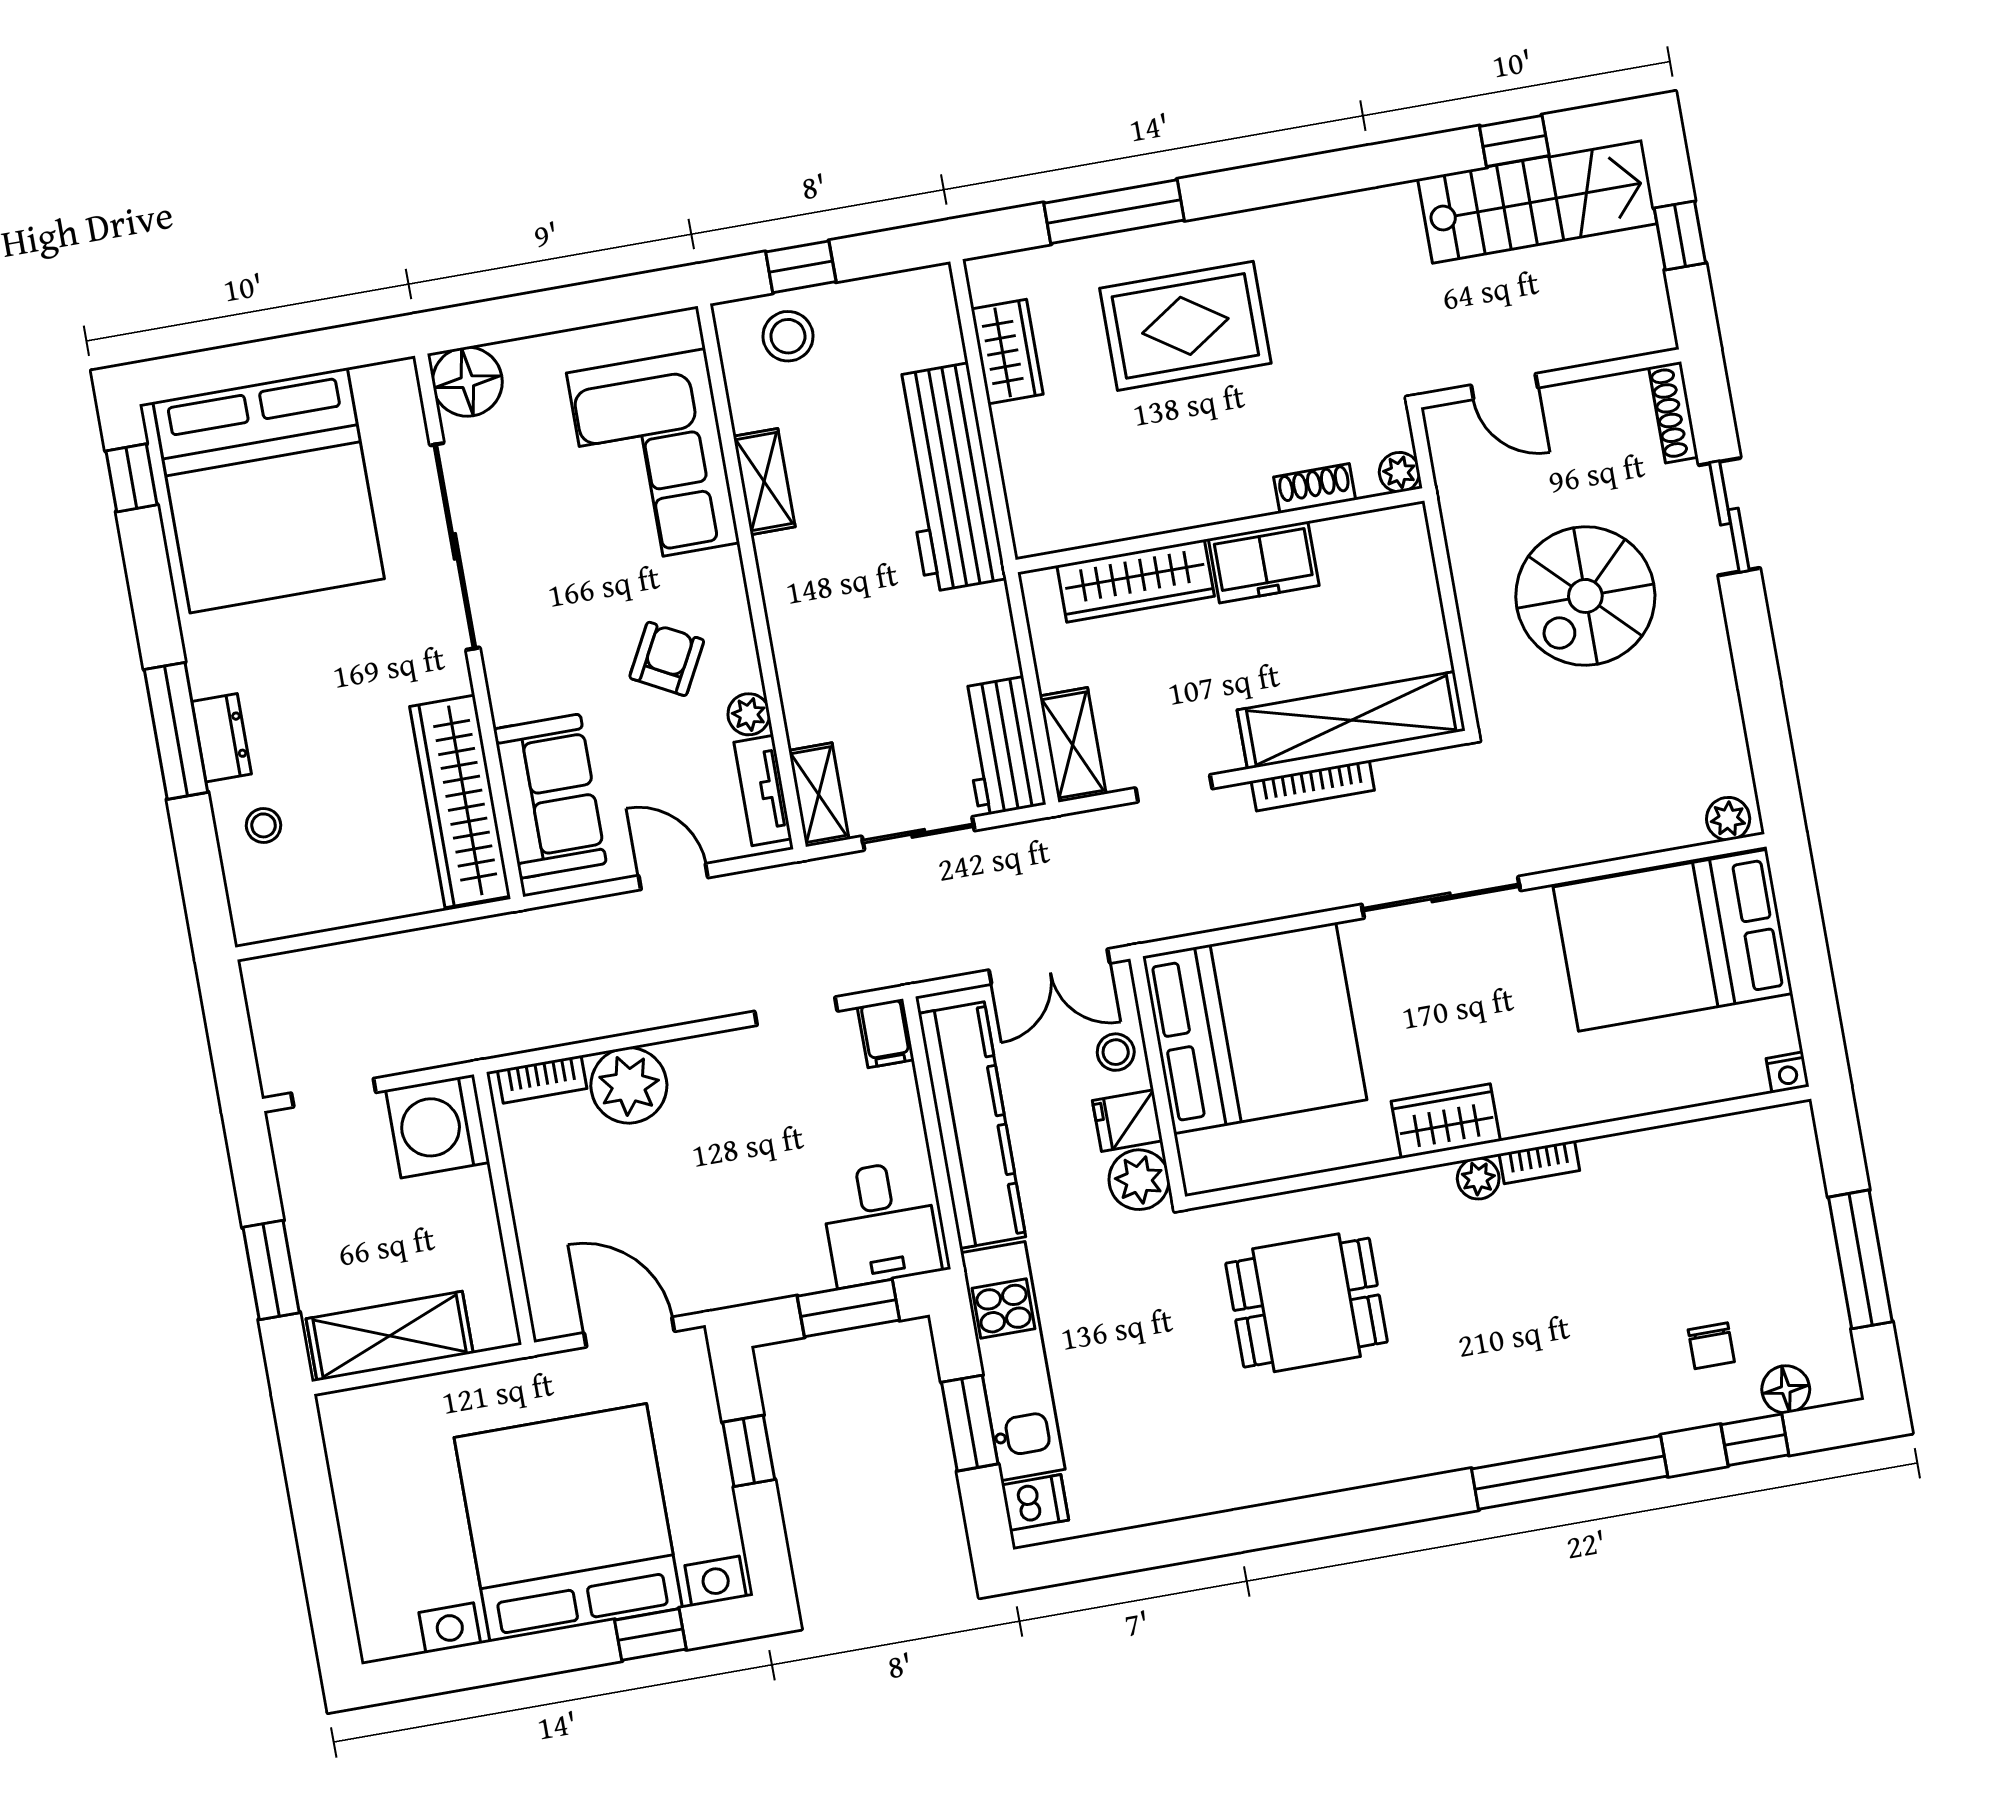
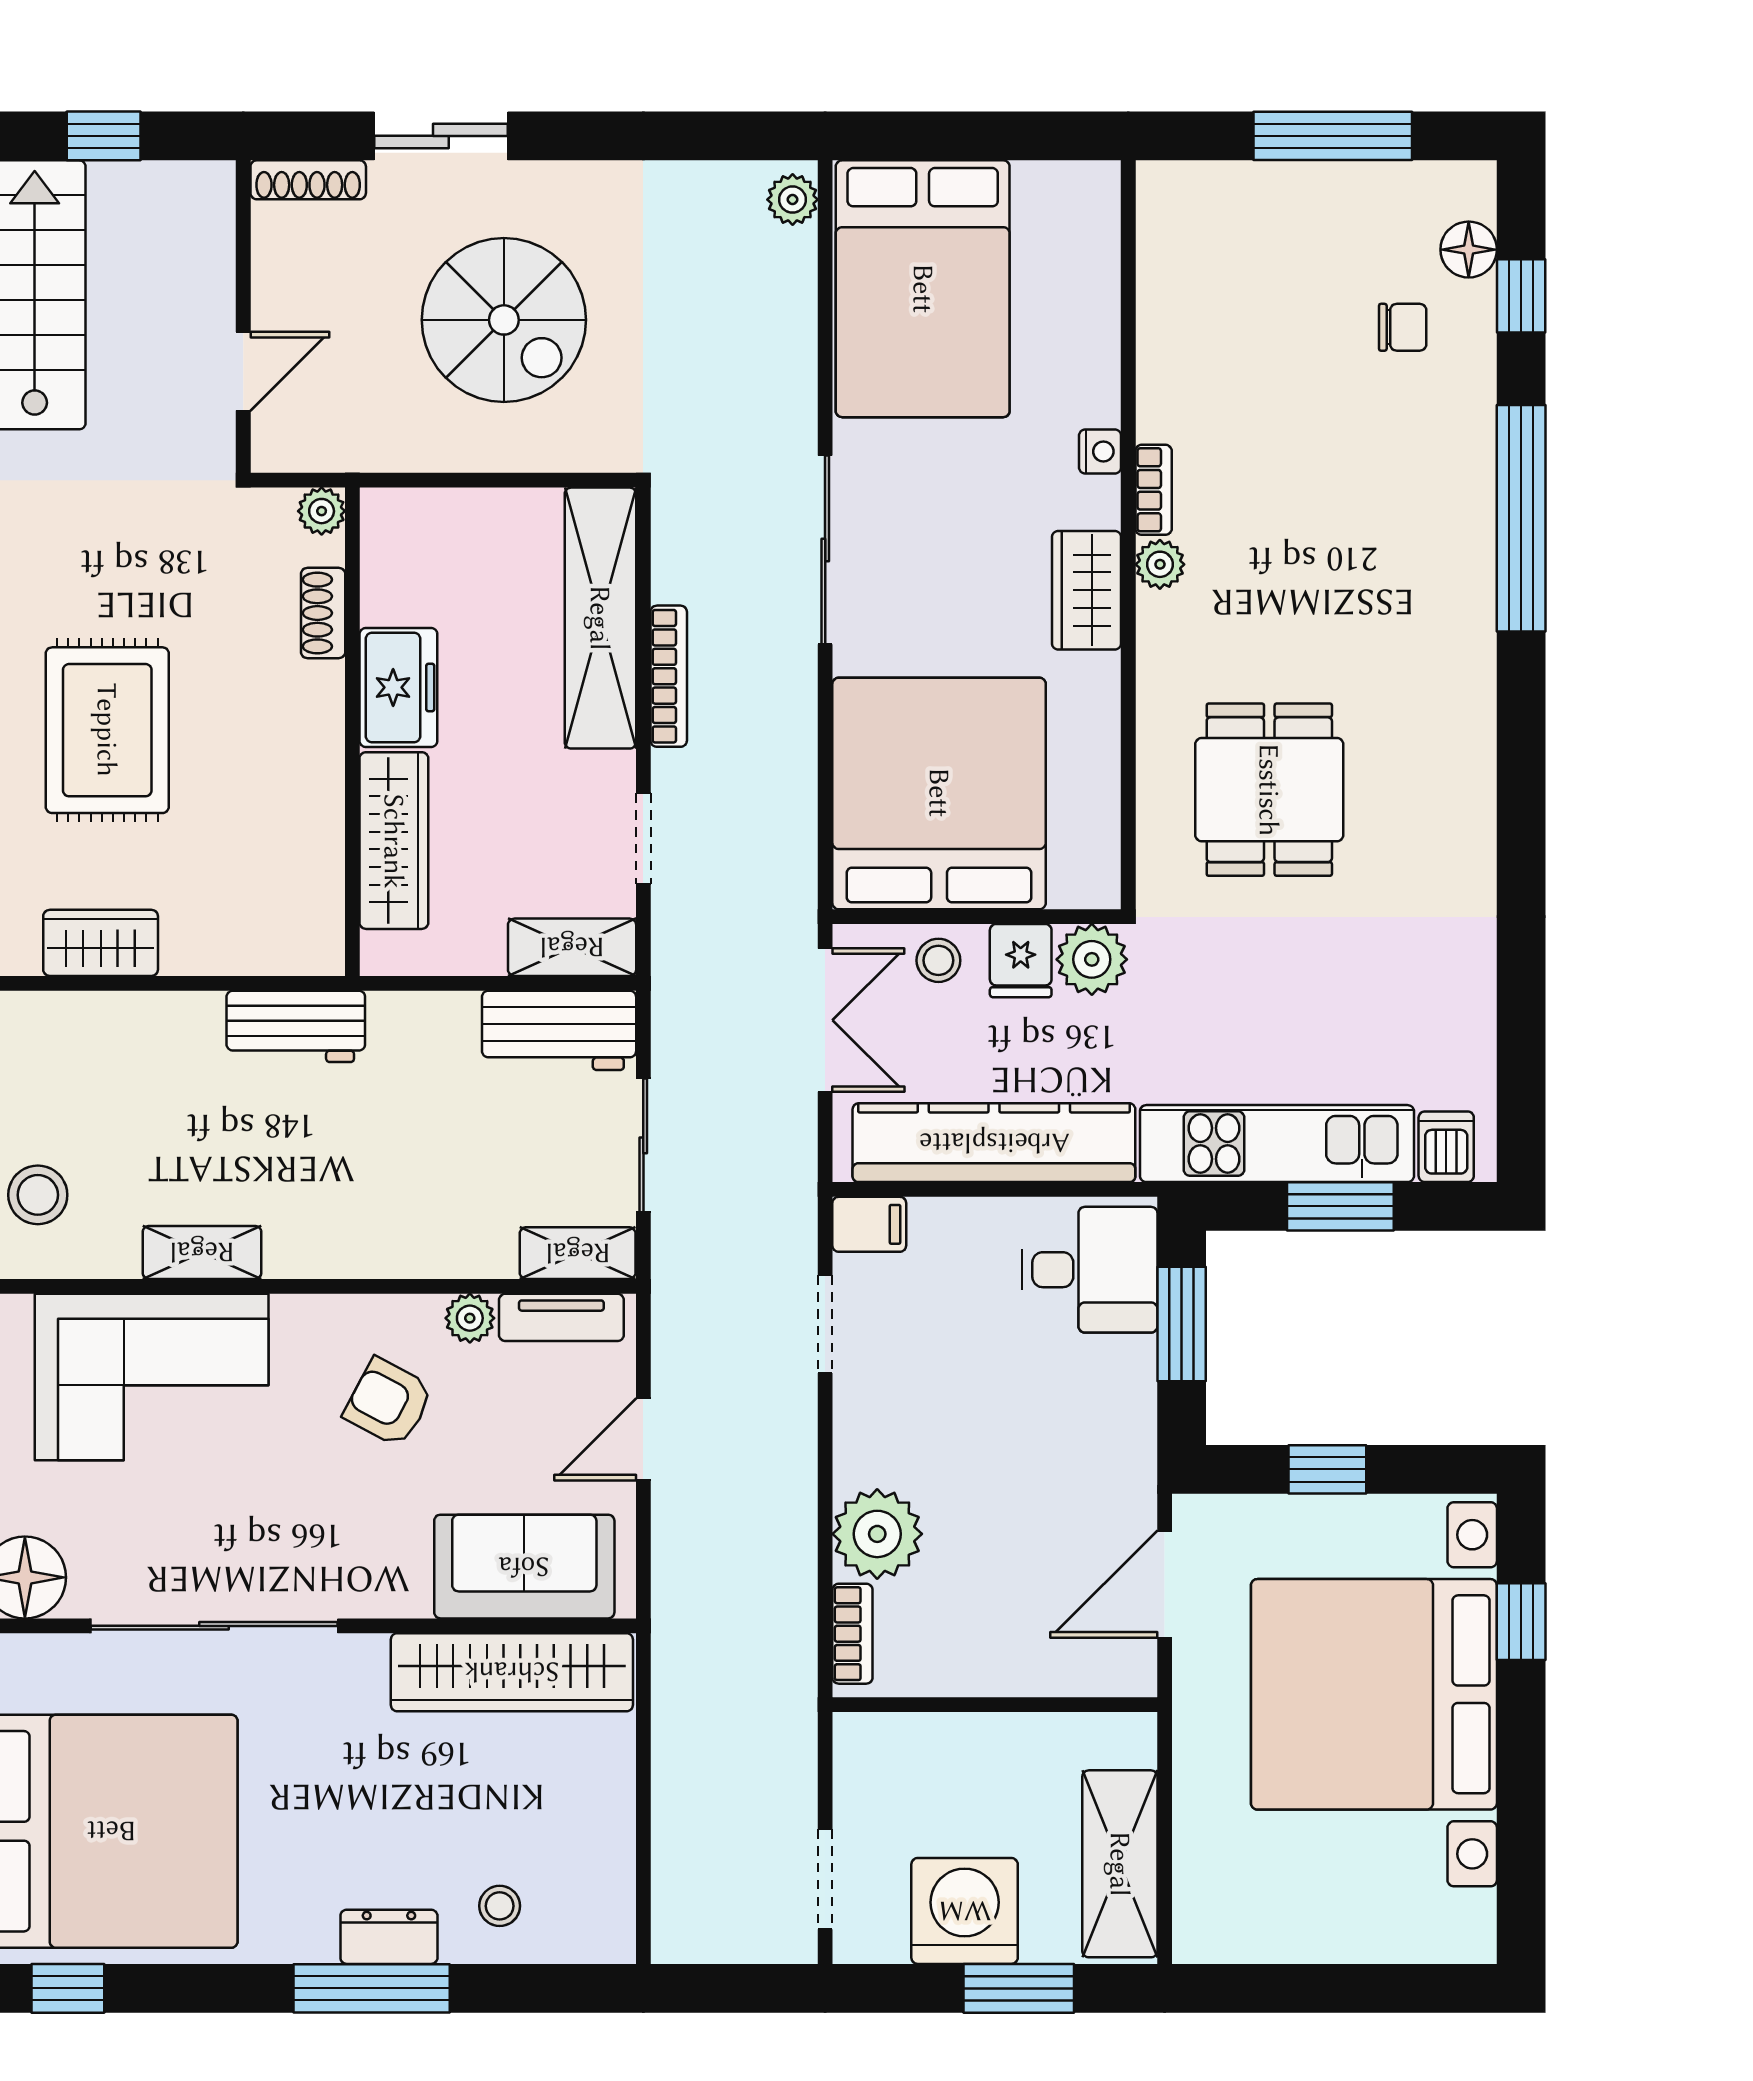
workbench: (948, 478) -> (296, 1026), width x0.53, depth x0.76
nightstand: (1788, 1072) -> (1100, 451), moved
washing machine: (438, 1126) -> (965, 1911), moved, turned 180

